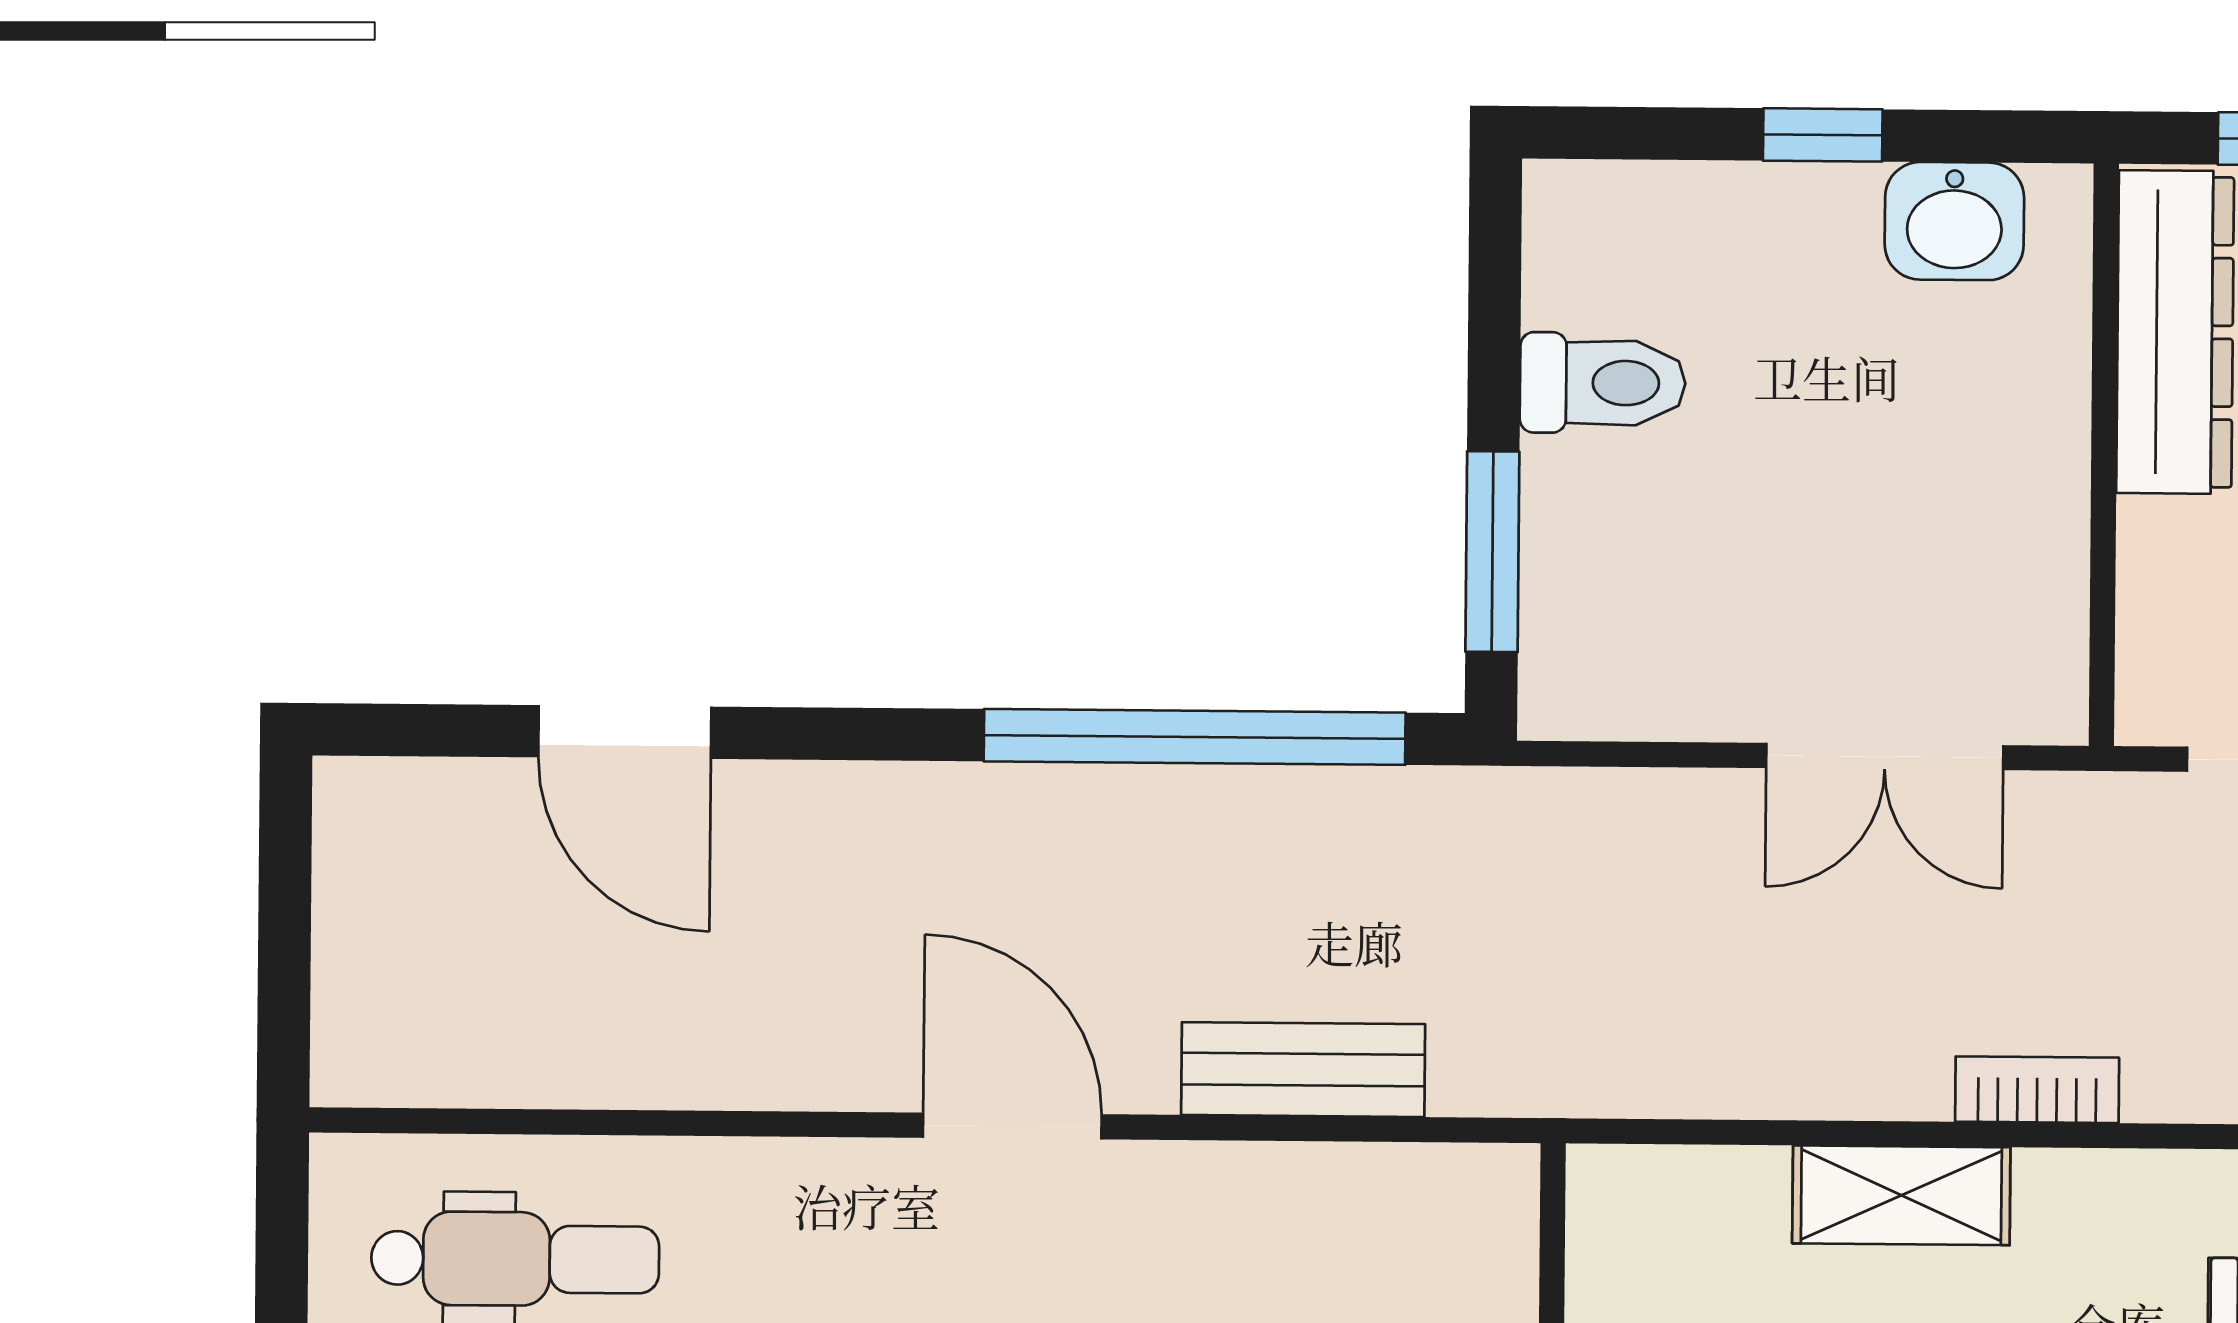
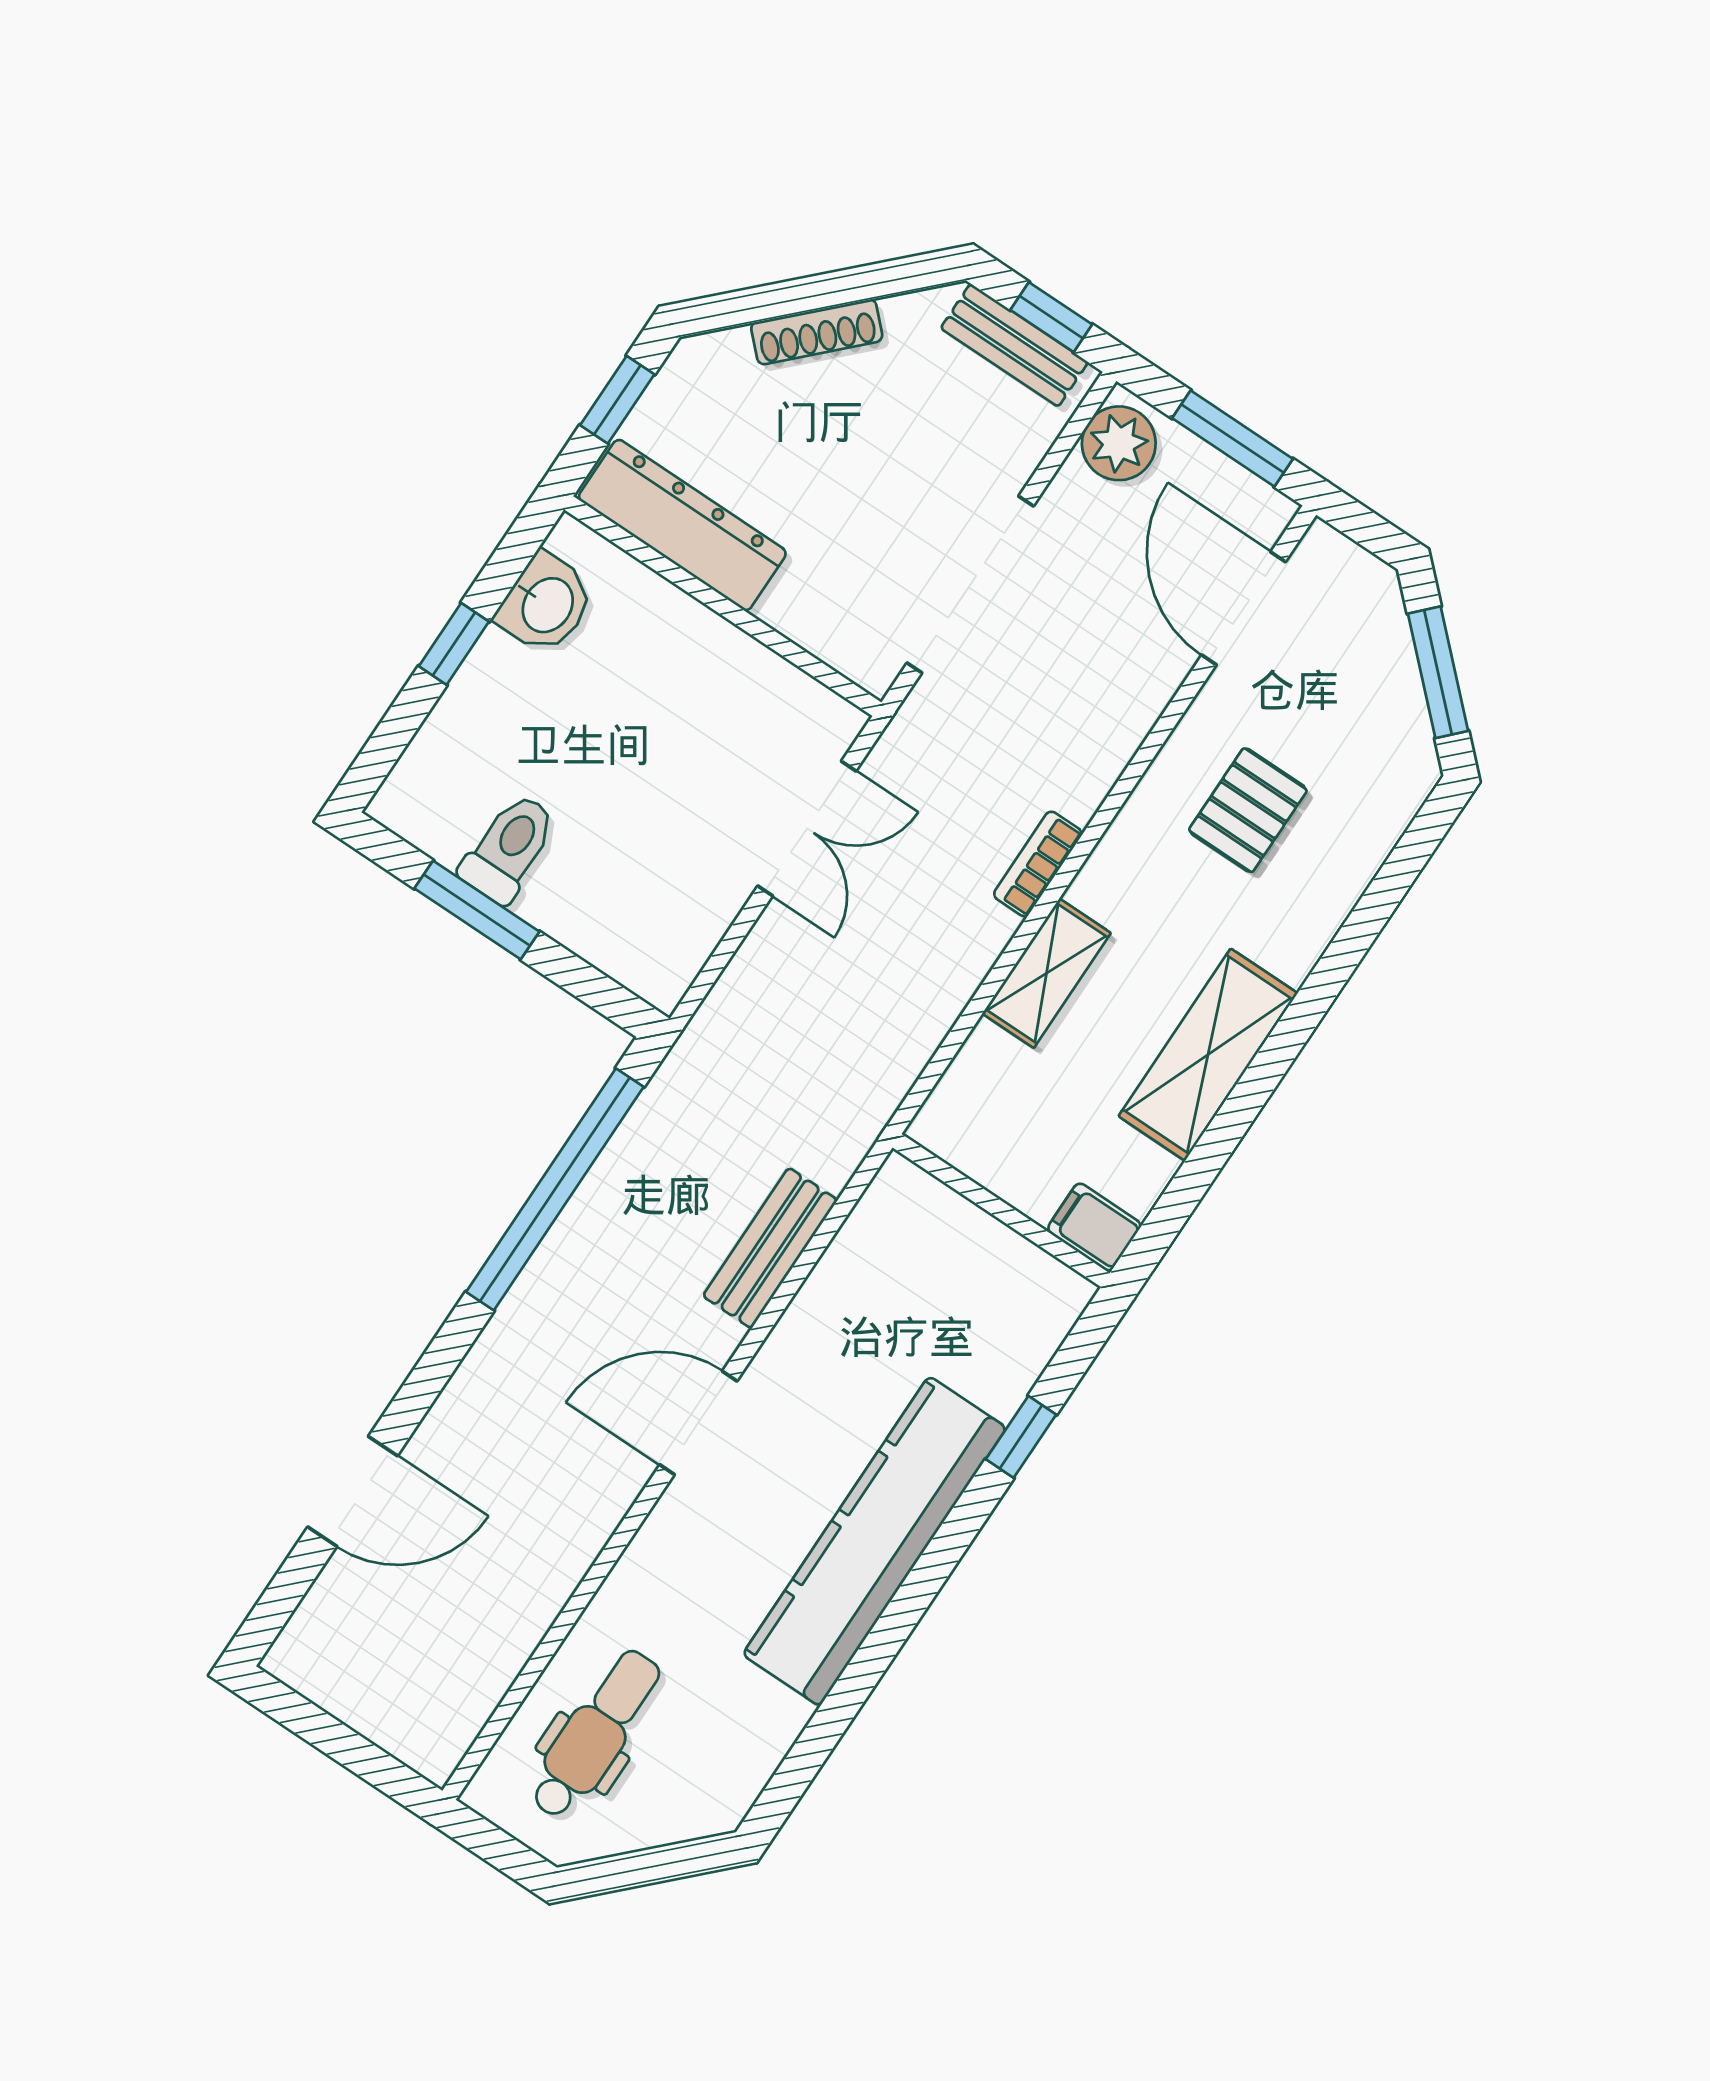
window: (1492, 552) -> (477, 910), moved

